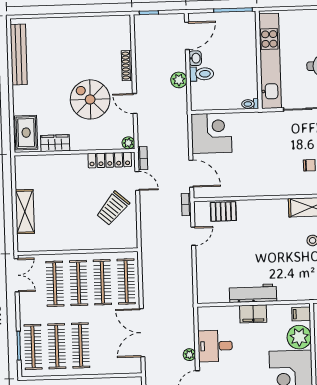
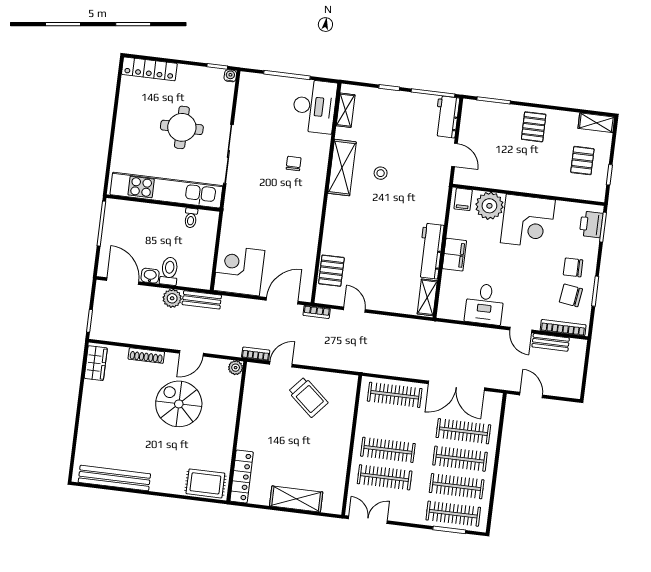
spiral stairs: (90, 99) -> (179, 404), turned 90
toilet: (250, 104) -> (191, 218), moved
bench: (181, 105) -> (202, 300), added
wardrobe: (55, 143) -> (96, 363), moved, turned 180
locker: (110, 160) -> (242, 476), moved
clothes rail: (102, 282) -> (463, 431), moved
shelving: (213, 296) -> (427, 297), added
plant: (189, 355) -> (490, 335), removed

